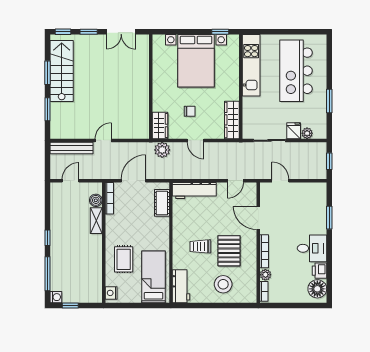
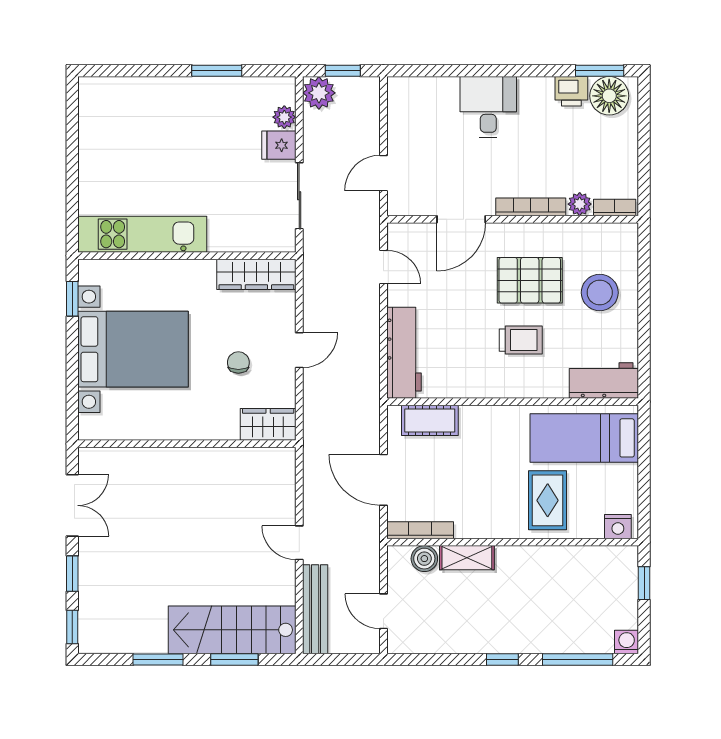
stairs: (62, 71) -> (232, 630), moved
kitchen island: (296, 71) -> (154, 140), removed
plant: (162, 150) -> (319, 93), moved
window: (329, 218) -> (600, 71), moved
trolley: (200, 246) -> (521, 340), turned -90
desk: (312, 248) -> (488, 107), moved
rug: (124, 259) -> (548, 500), turned 90
window: (70, 305) -> (644, 583), moved

